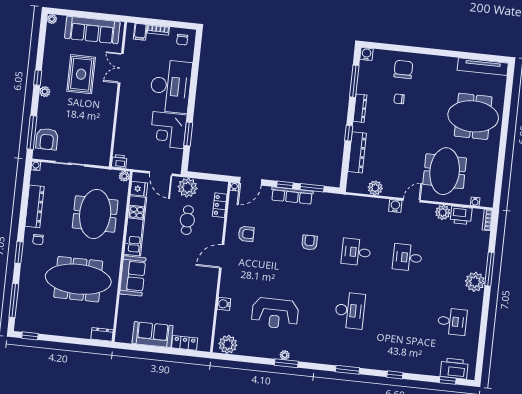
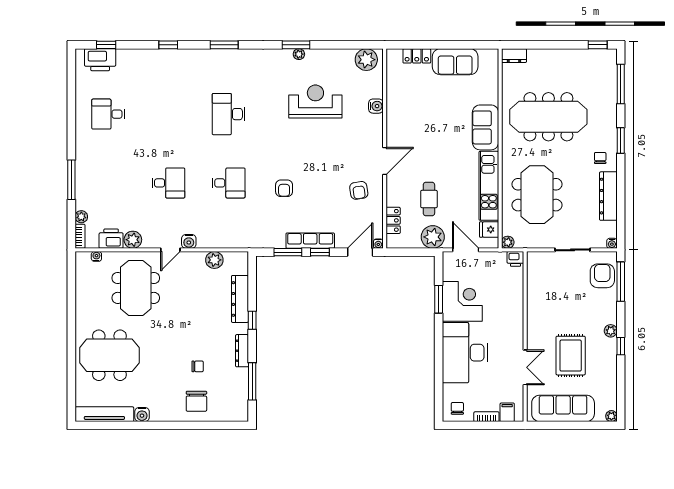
water cooler: (366, 54) -> (142, 415), moved
armchair: (246, 234) -> (359, 190), turned -99
plant: (475, 282) -> (81, 217), moved, width x0.53, depth x0.53

